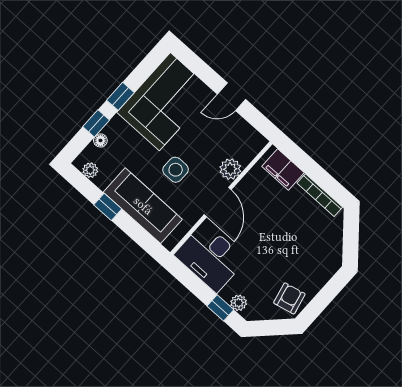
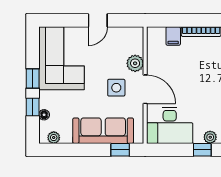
side table: (176, 170) -> (116, 88), moved
filing cabinet: (283, 170) -> (173, 36), width x0.50
window: (108, 207) -> (120, 150), moved

